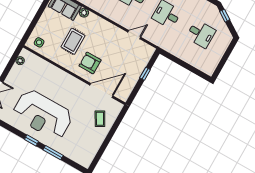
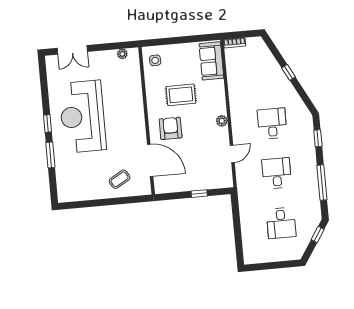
plant: (84, 13) -> (222, 121), moved
door: (134, 35) -> (232, 154), hinge flipped

